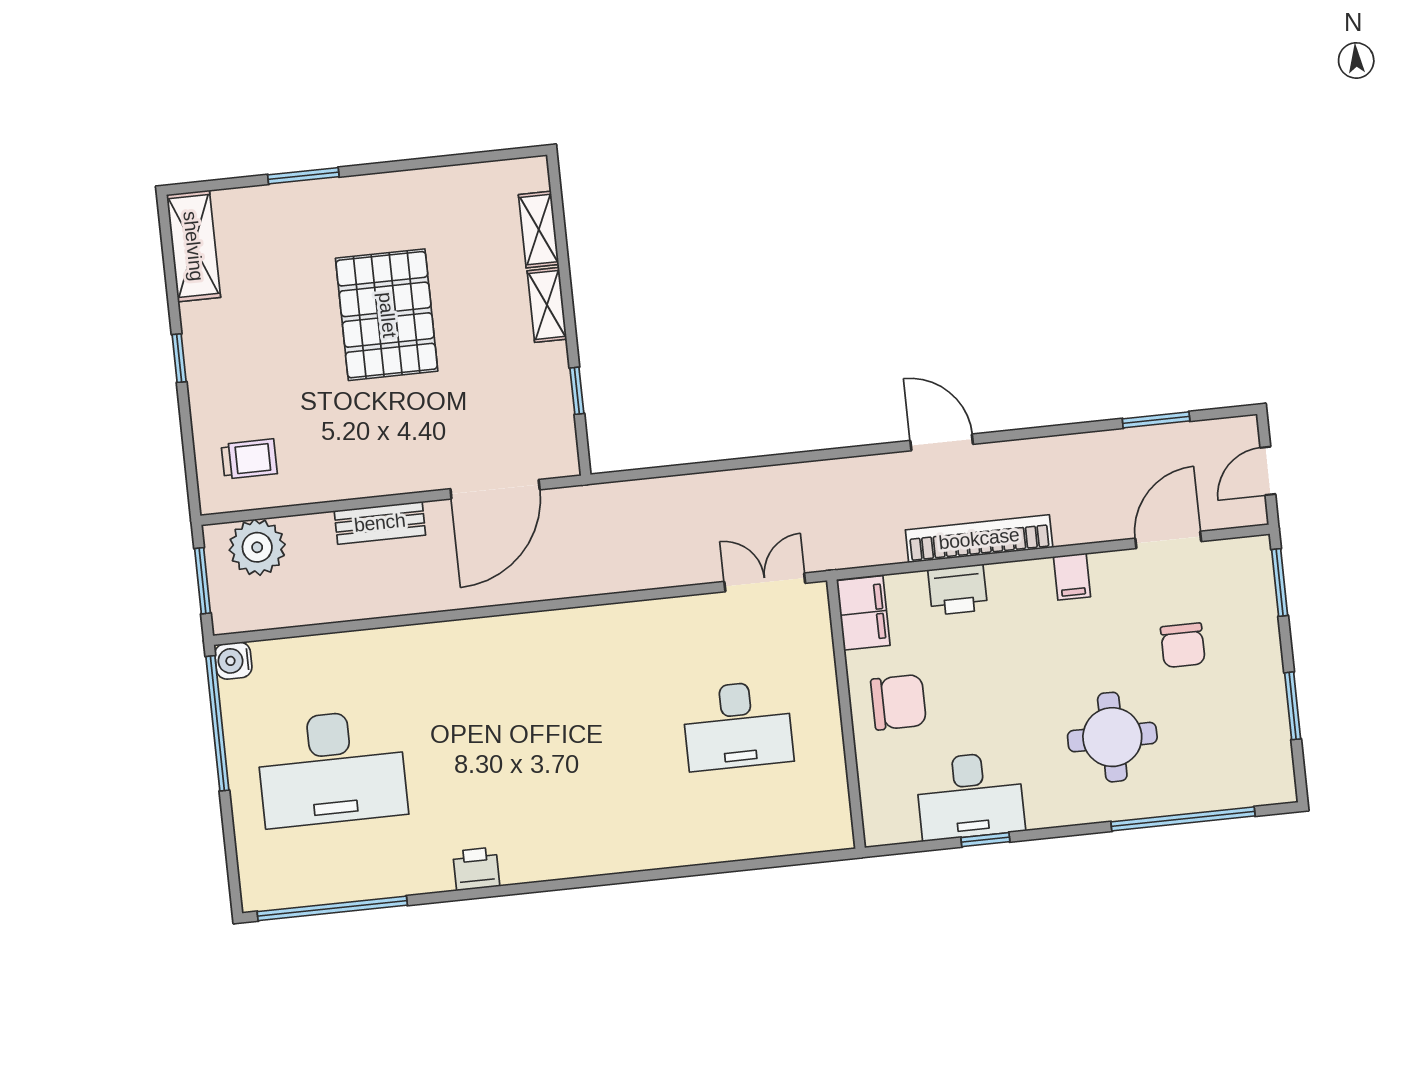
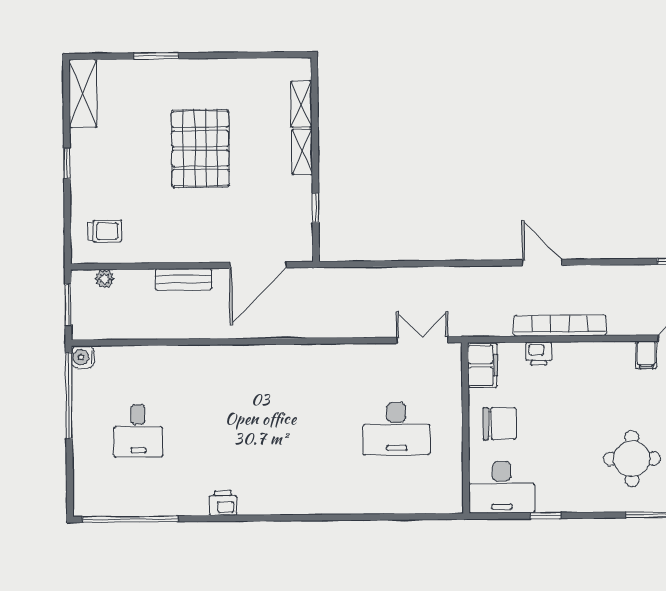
plant: (257, 547) -> (105, 279), width x0.53, depth x0.53
filing cabinet: (1072, 577) -> (646, 355), moved
printer: (958, 590) -> (539, 354), width x0.73, depth x0.81
desk: (332, 768) -> (138, 431), width x0.53, depth x0.77
desk: (970, 796) -> (502, 487), moved

